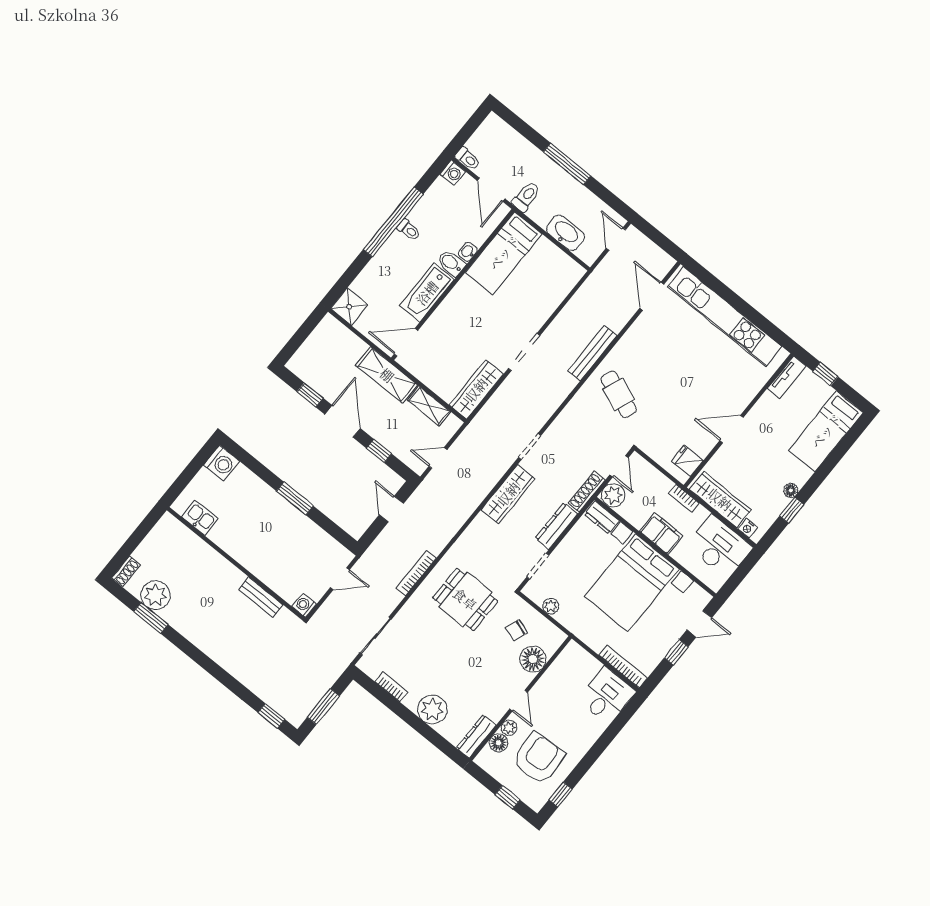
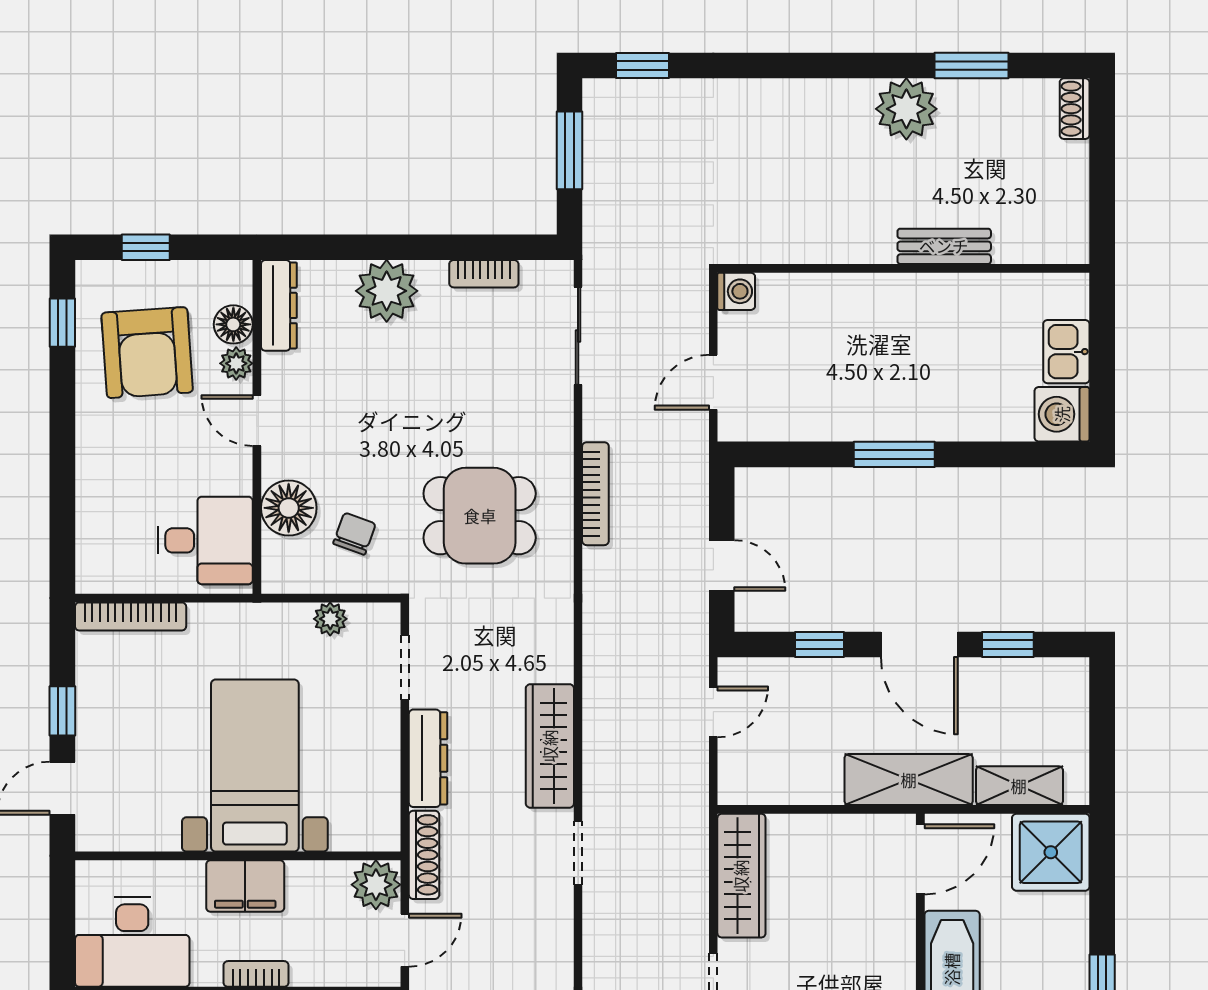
shower: (349, 307) -> (1051, 852), width x1.36, depth x1.36
shelving: (429, 406) -> (1019, 786), moved
door: (619, 466) -> (405, 940), swing flipped
kitchen sink: (200, 518) -> (1066, 352), moved, turned 90
dresser: (602, 518) -> (364, 833), removed
bed with nightstands: (632, 583) -> (255, 766), width x0.73
plant: (155, 595) -> (906, 109), moved
bench: (261, 597) -> (944, 246), moved
desk: (607, 696) -> (205, 540), moved, turned -90

